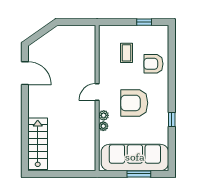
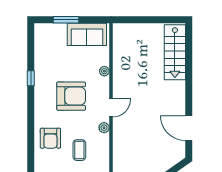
armchair: (153, 64) -> (50, 138), turned 90
plant: (104, 115) -> (104, 128), moved
sofa: (135, 157) -> (87, 34), width x0.54, depth x0.79

